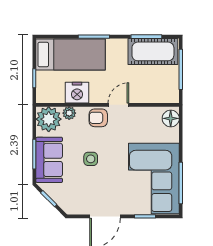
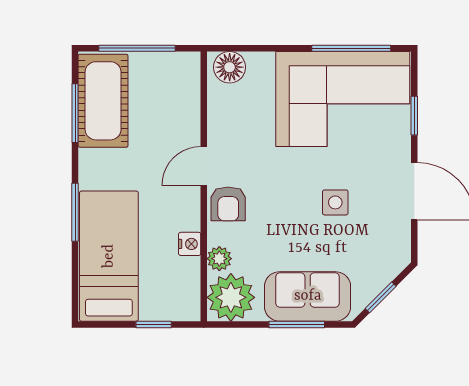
nightstand: (77, 93) -> (190, 244), width x0.53, depth x0.56
door: (118, 105) -> (204, 166), hinge flipped
side table: (91, 159) -> (335, 202), moved

